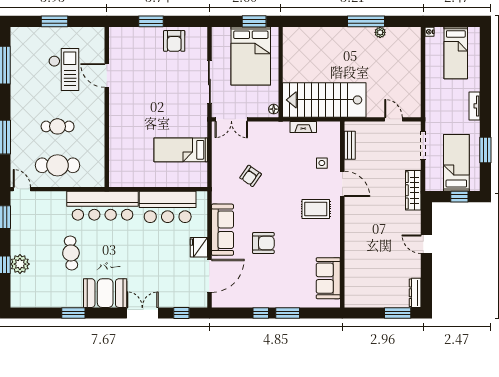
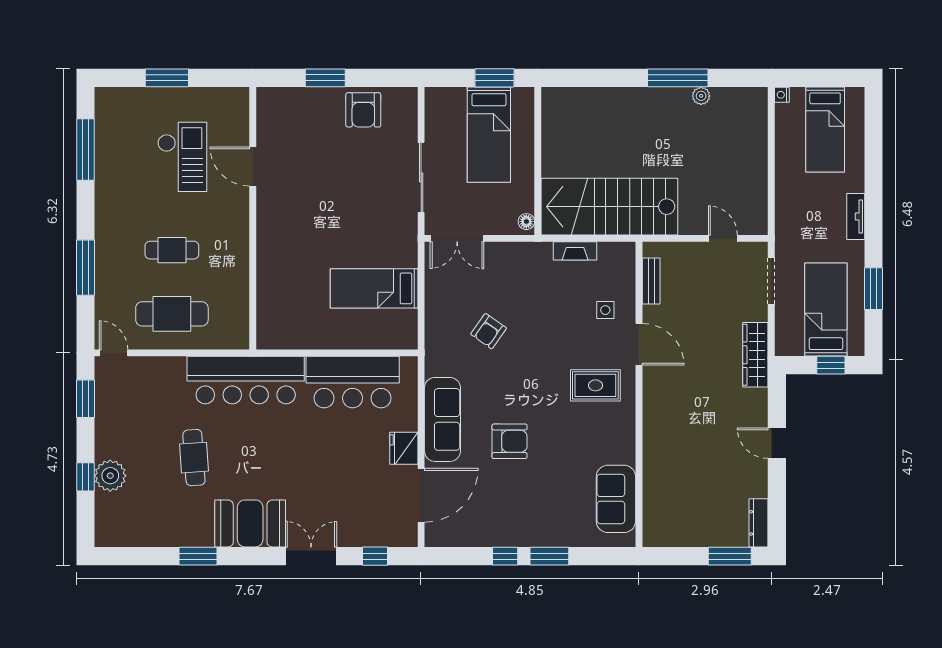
bed: (251, 56) -> (489, 135), width x0.67

